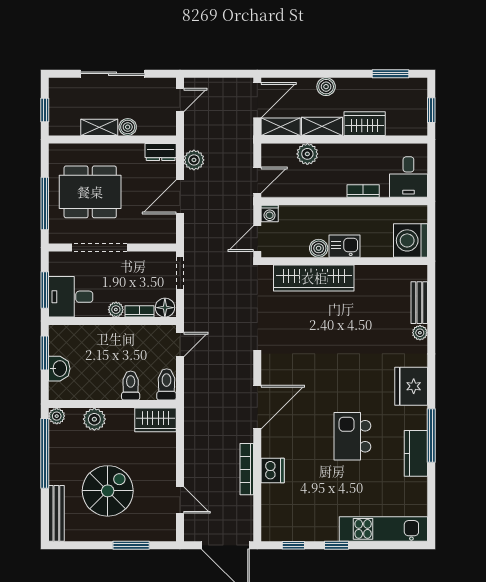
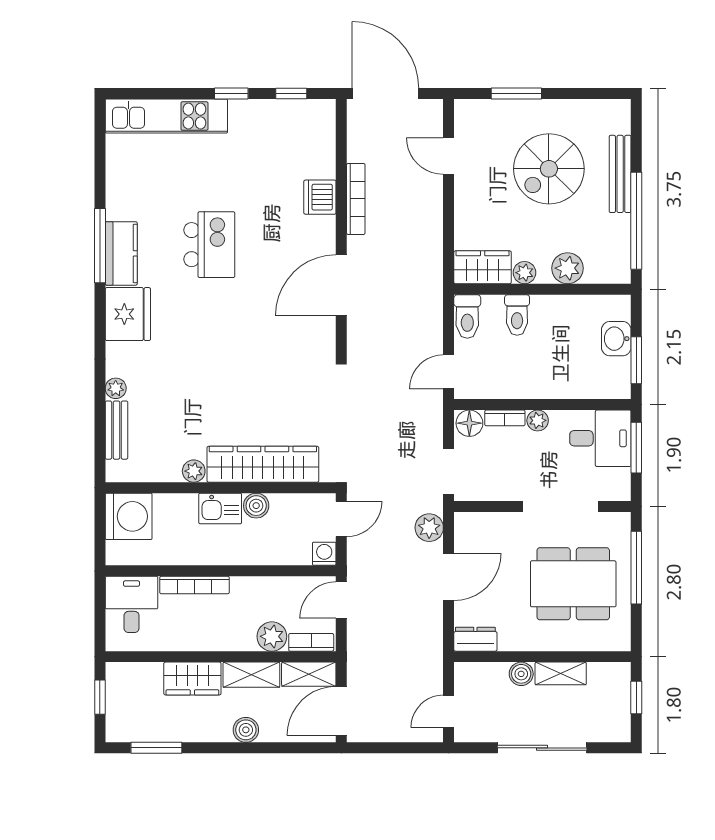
bookcase: (279, 150) -> (311, 642), added
plant: (194, 160) -> (429, 528), moved
bookcase: (363, 191) -> (194, 585), width x1.56
plant: (364, 273) -> (194, 471), added
plant: (57, 416) -> (524, 273), moved
kitchen counter: (416, 453) -> (121, 253), moved
bench: (56, 513) -> (620, 174), moved

